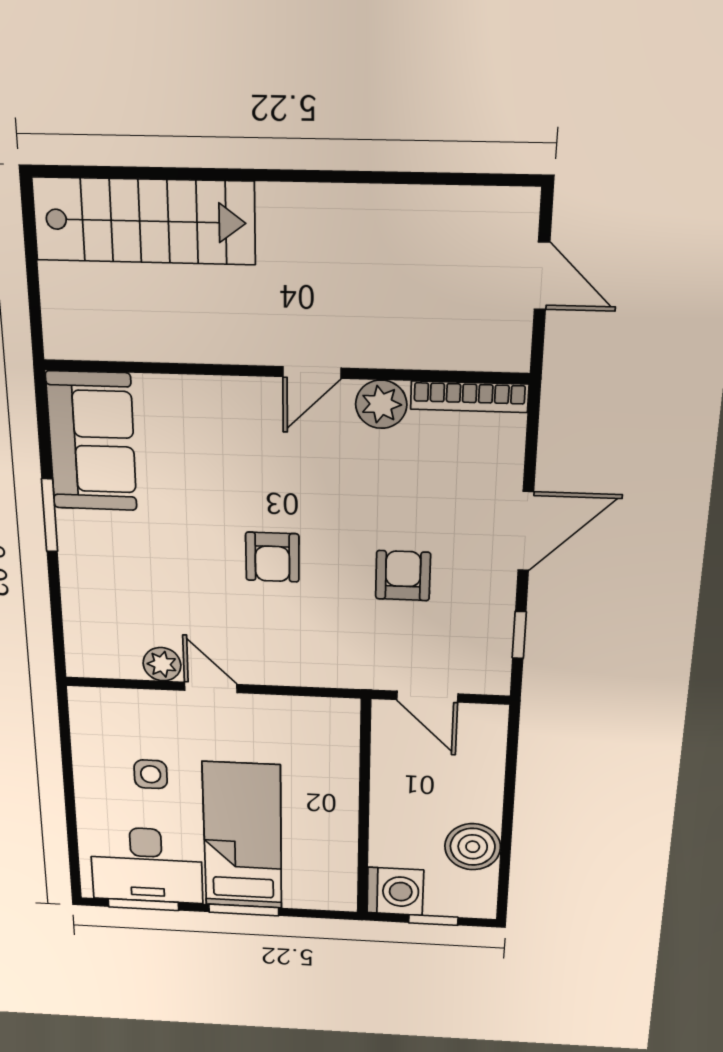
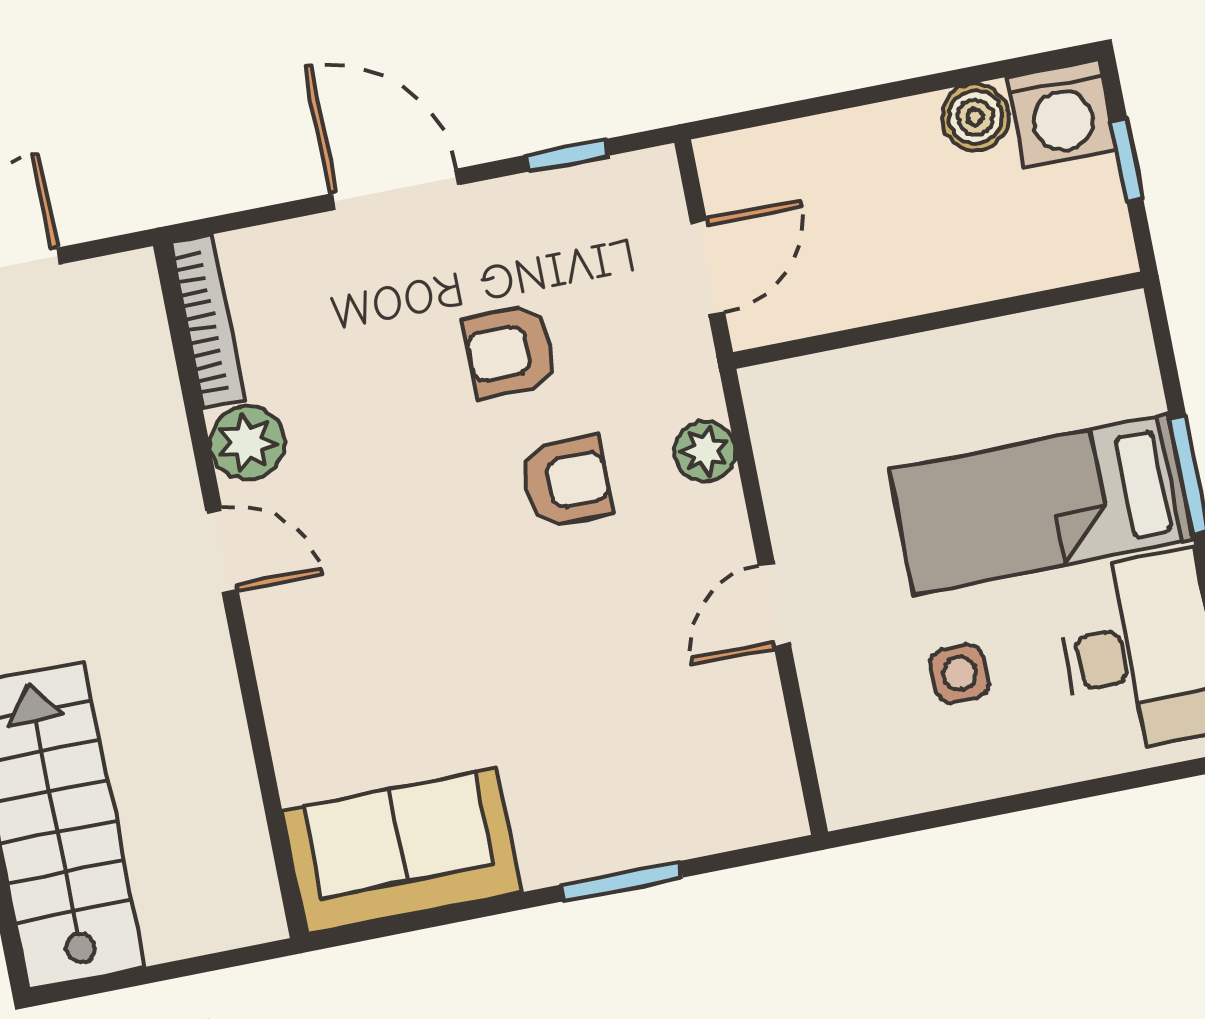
window: (50, 515) -> (622, 881), moved
armchair: (272, 557) -> (567, 482), moved
plant: (162, 664) -> (705, 451), moved
boiler: (473, 847) -> (975, 117), width x0.73, depth x0.73
washing machine: (395, 891) -> (1062, 113), moved, turned 180

